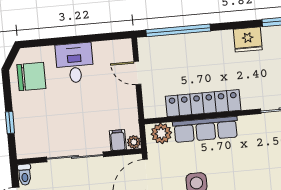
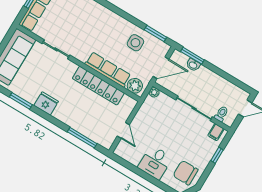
window: (178, 30) -> (82, 138), width x0.68
filing cabinet: (118, 140) -> (216, 132), moved
toilet: (25, 175) -> (221, 114), moved

